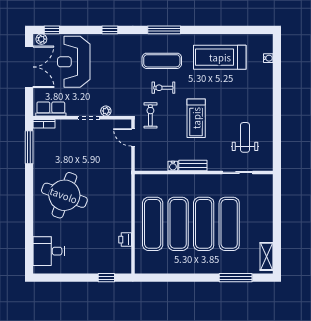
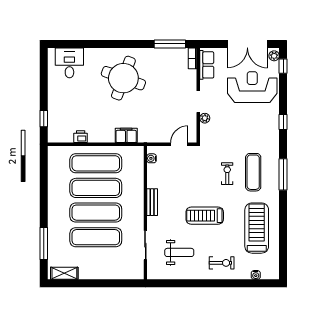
exercise bike: (150, 115) -> (222, 263), moved
treadmill: (196, 118) -> (205, 216), moved
water cooler: (173, 166) -> (152, 158), moved
filing cabinet: (124, 192) -> (126, 135), added

